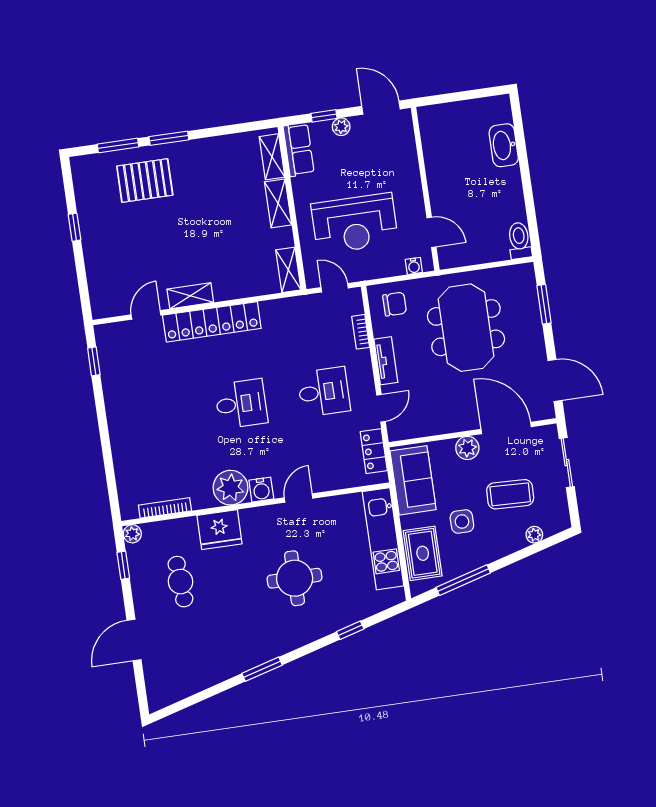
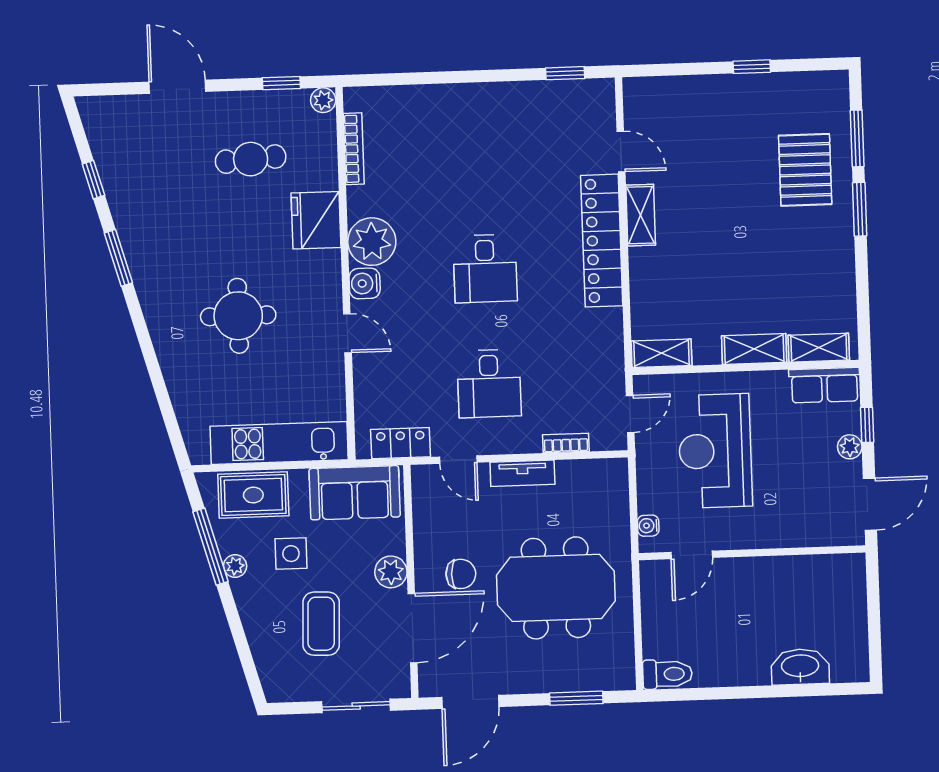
chair: (395, 304) -> (461, 574), moved, turned -90
plant: (534, 535) -> (235, 566), moved
window: (350, 630) -> (93, 180), moved

